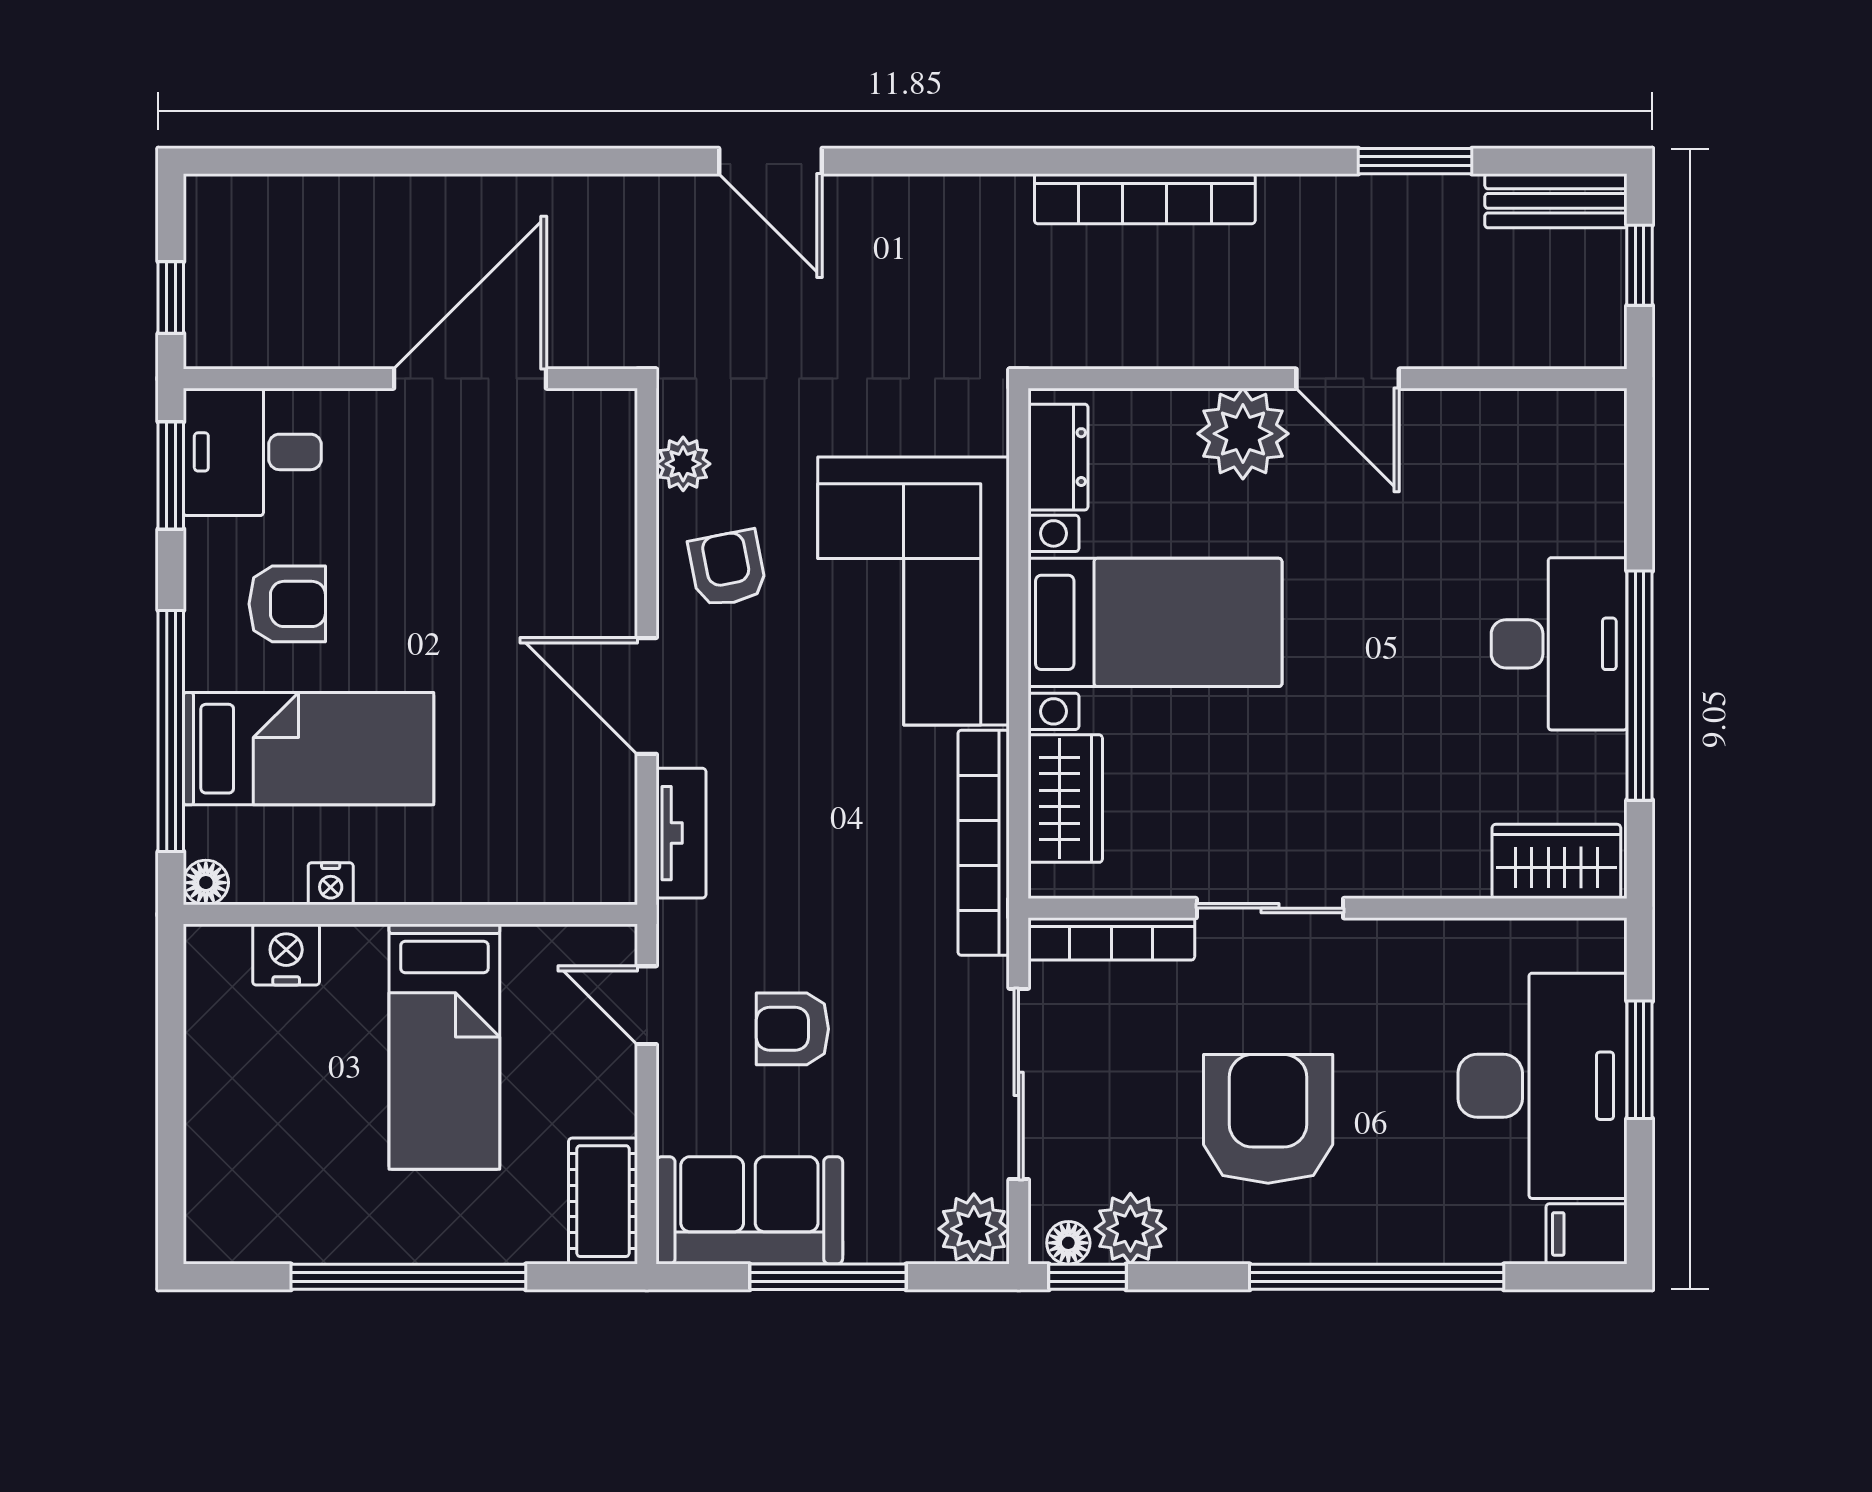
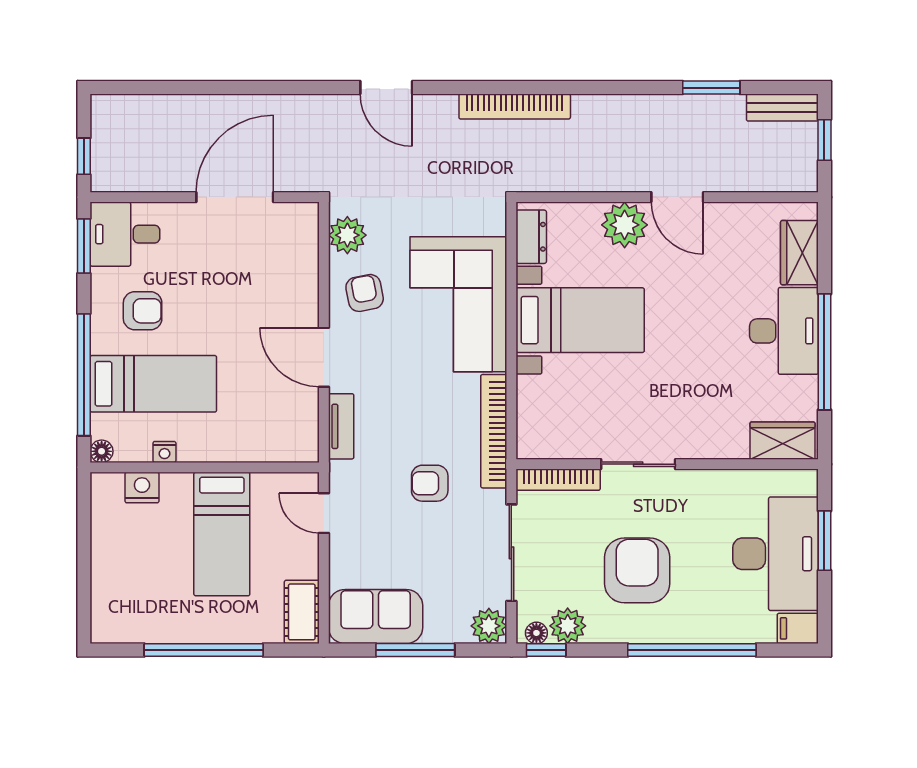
bookcase: (1145, 199) -> (515, 106), moved
plant: (683, 464) -> (347, 235), width x1.38, depth x1.38
wardrobe: (1065, 799) -> (799, 253), moved, turned 180
armchair: (792, 1029) -> (430, 483), moved

